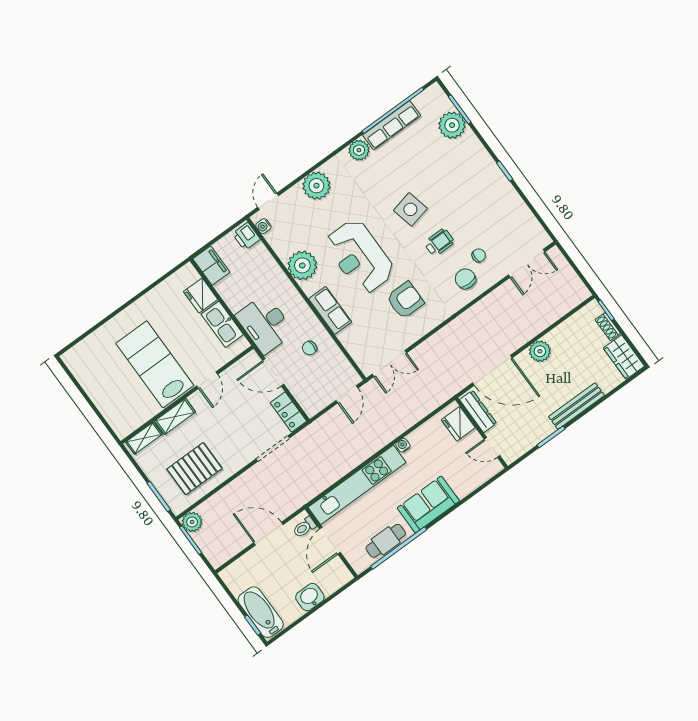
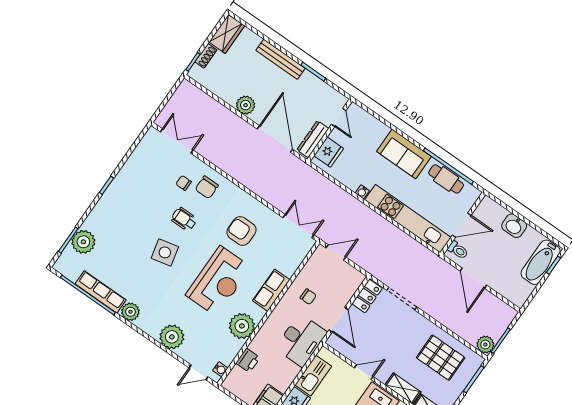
printer: (246, 236) -> (248, 360), moved

